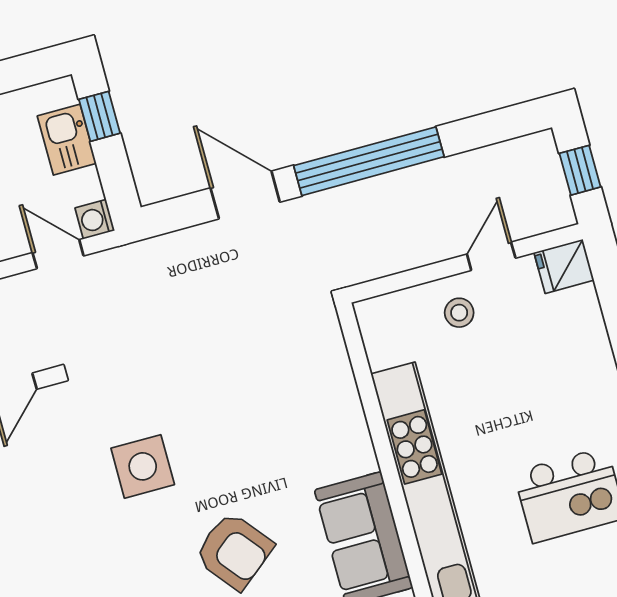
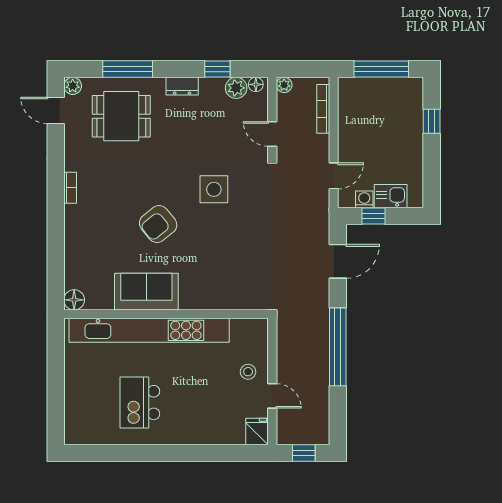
window: (99, 116) -> (373, 216), moved
door: (245, 195) -> (338, 261), moved
washing machine: (95, 219) -> (364, 199), moved

